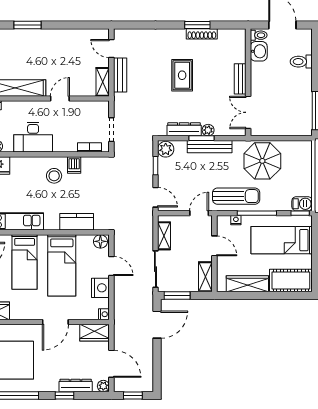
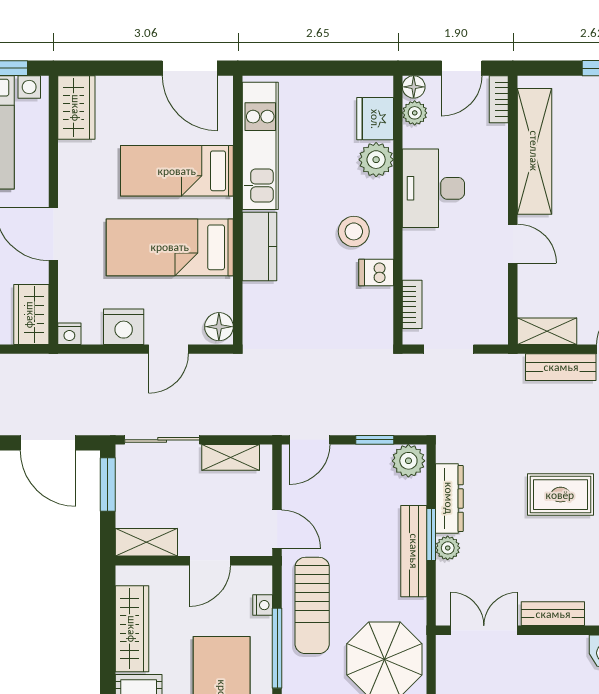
plant: (19, 165) -> (376, 160), added
kitchen counter: (77, 222) -> (259, 246), moved

